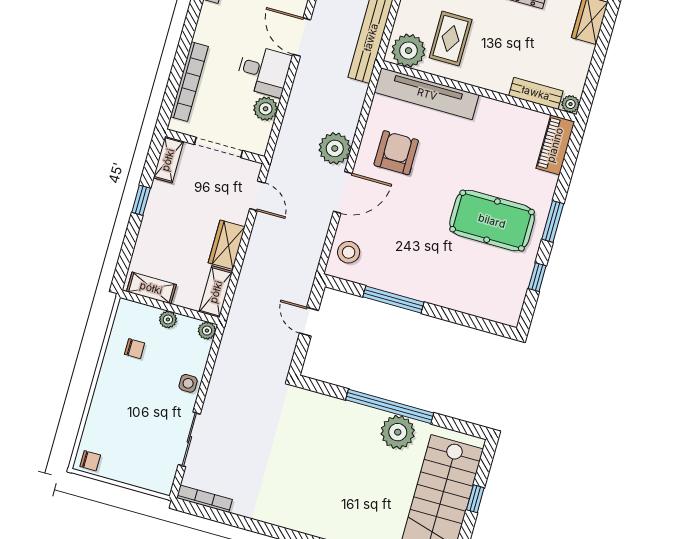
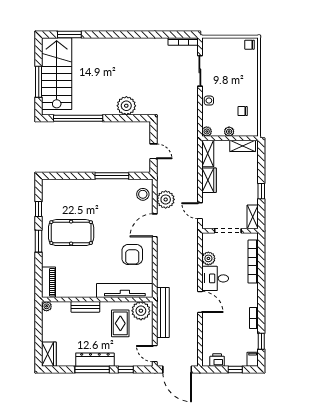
bench: (536, 93) -> (85, 307), moved
plant: (335, 148) -> (166, 199), moved
window: (390, 406) -> (78, 118), moved
plant: (398, 432) -> (126, 106), moved
window: (475, 499) -> (39, 82), width x2.17

